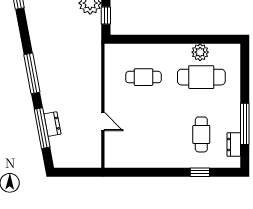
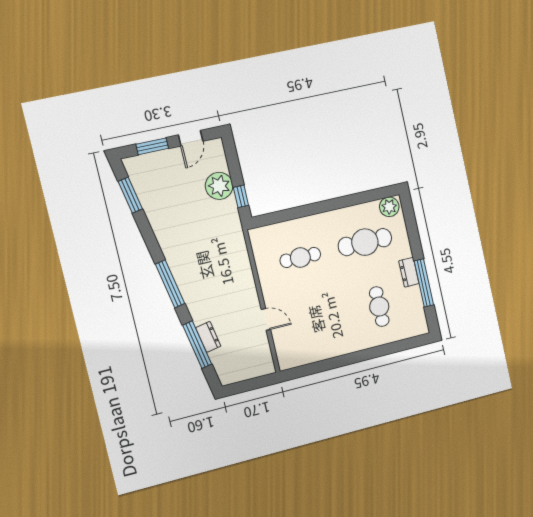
plant: (200, 52) -> (389, 207), moved
dresser: (234, 145) -> (409, 272), moved
window: (200, 172) -> (387, 349), removed

